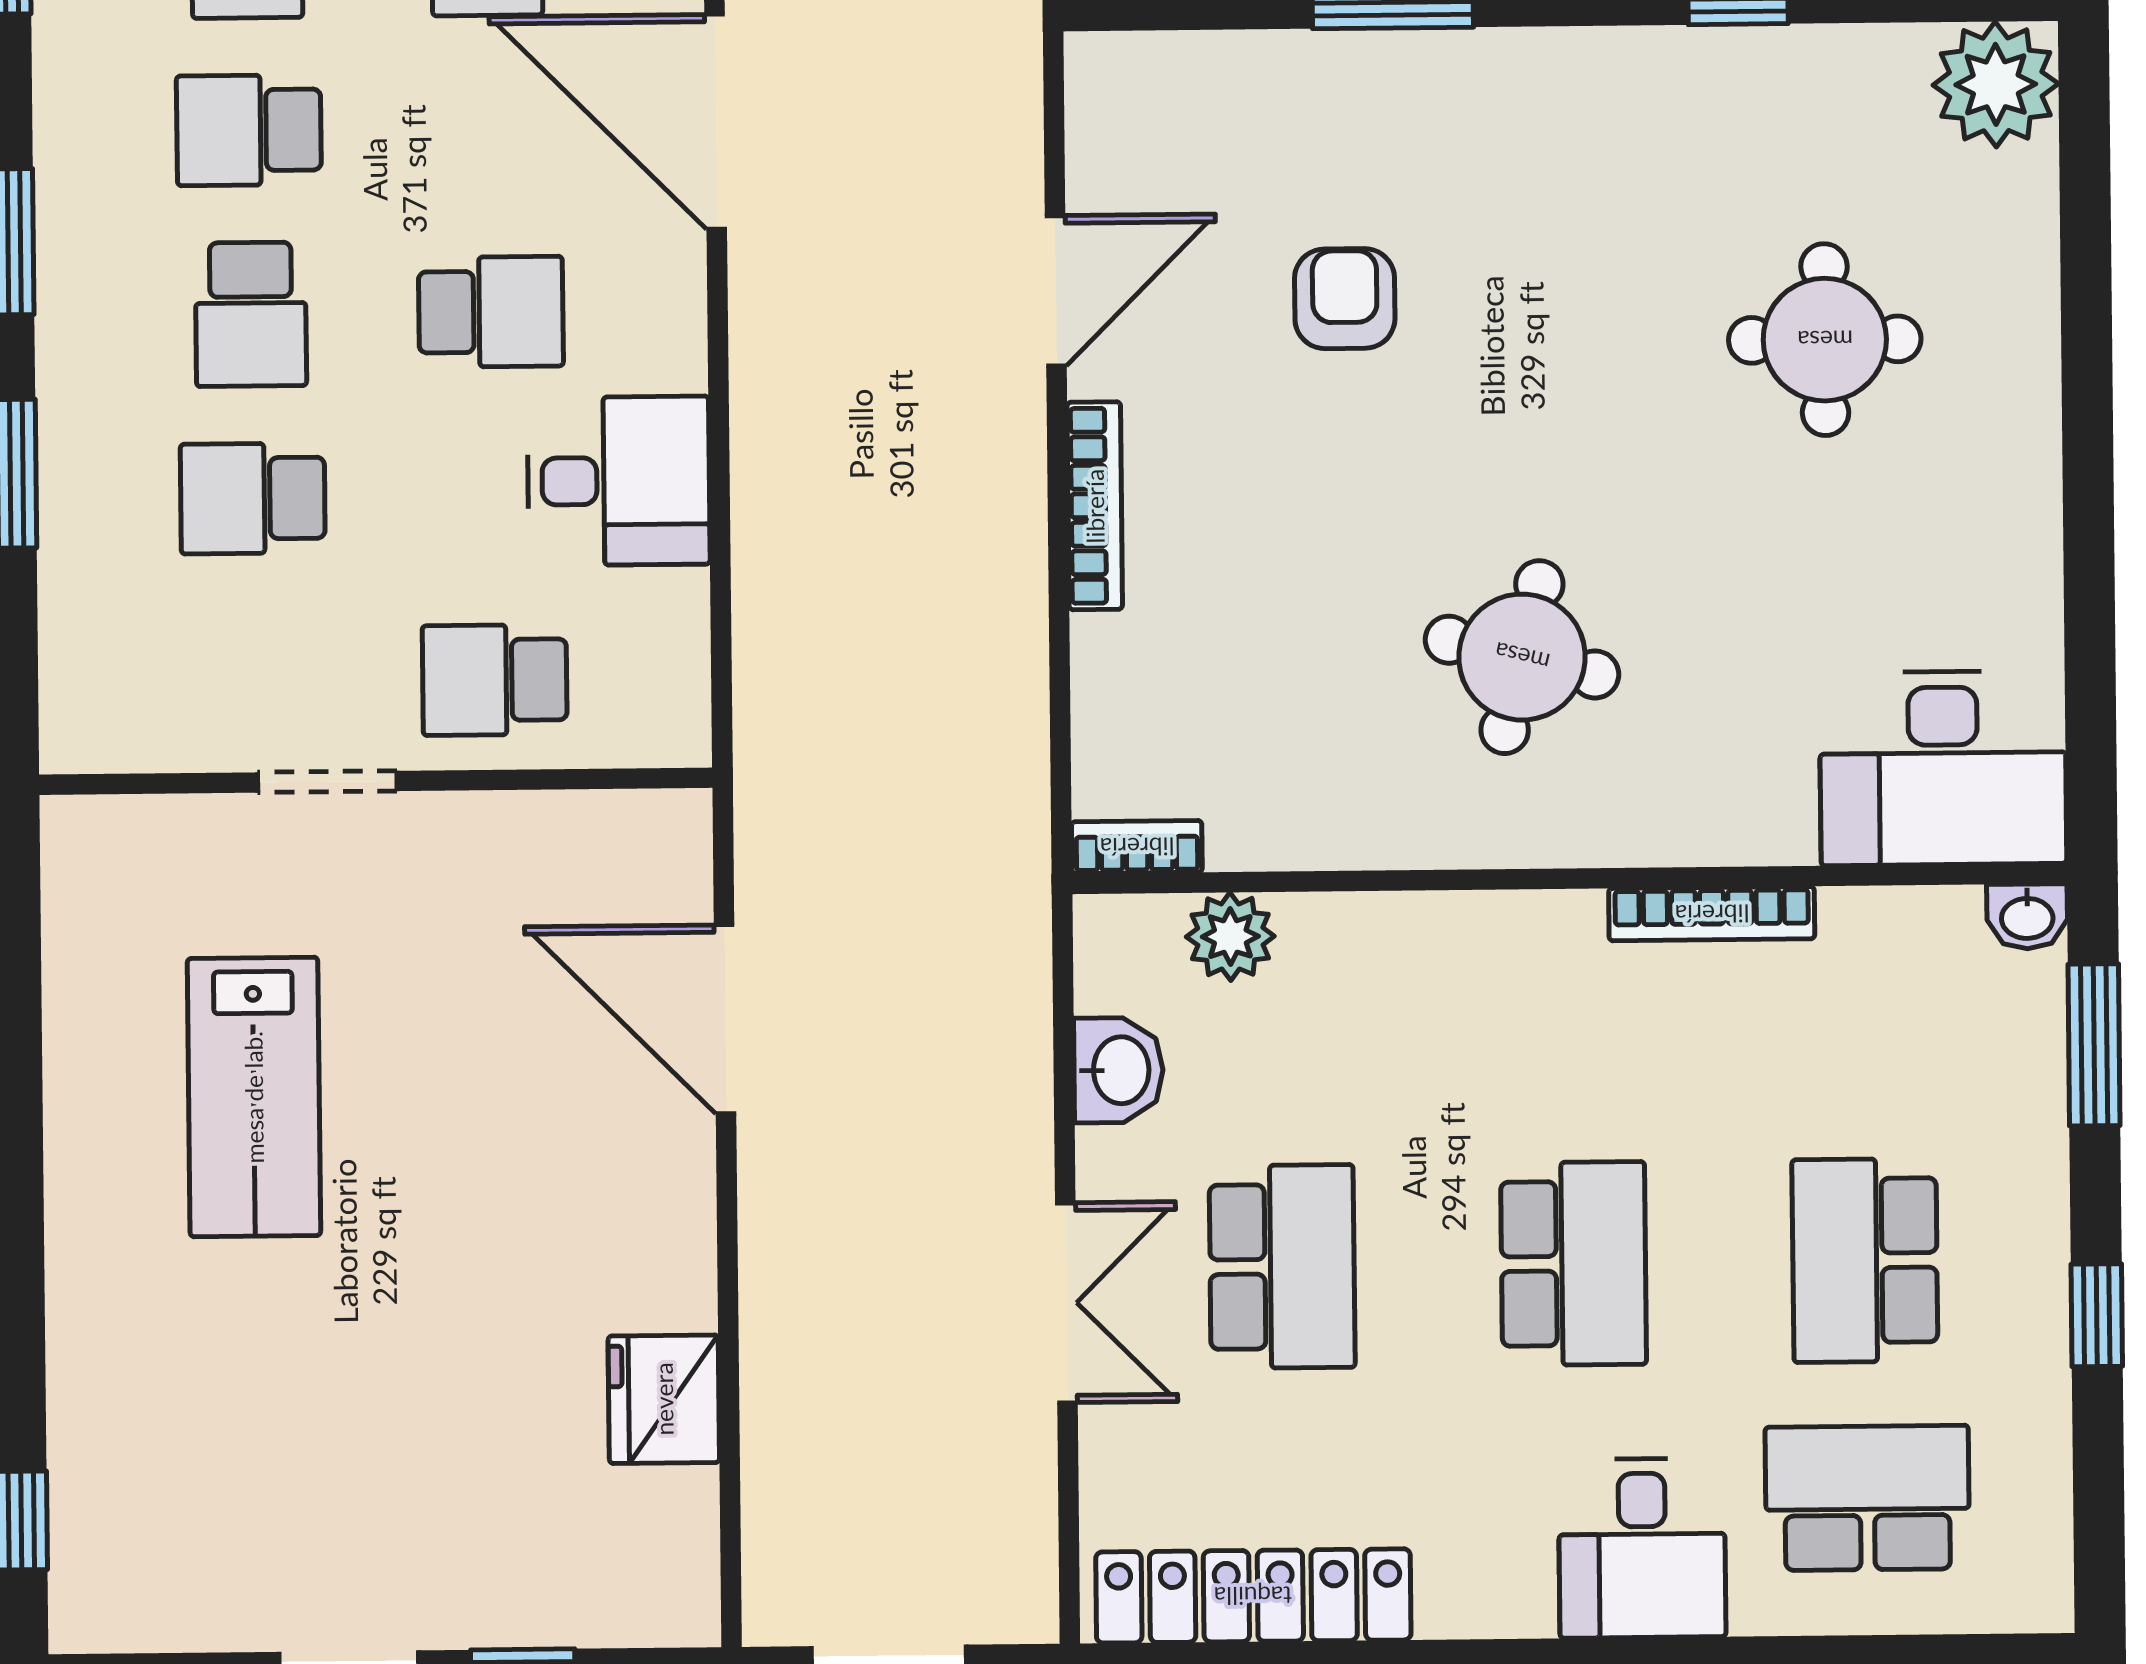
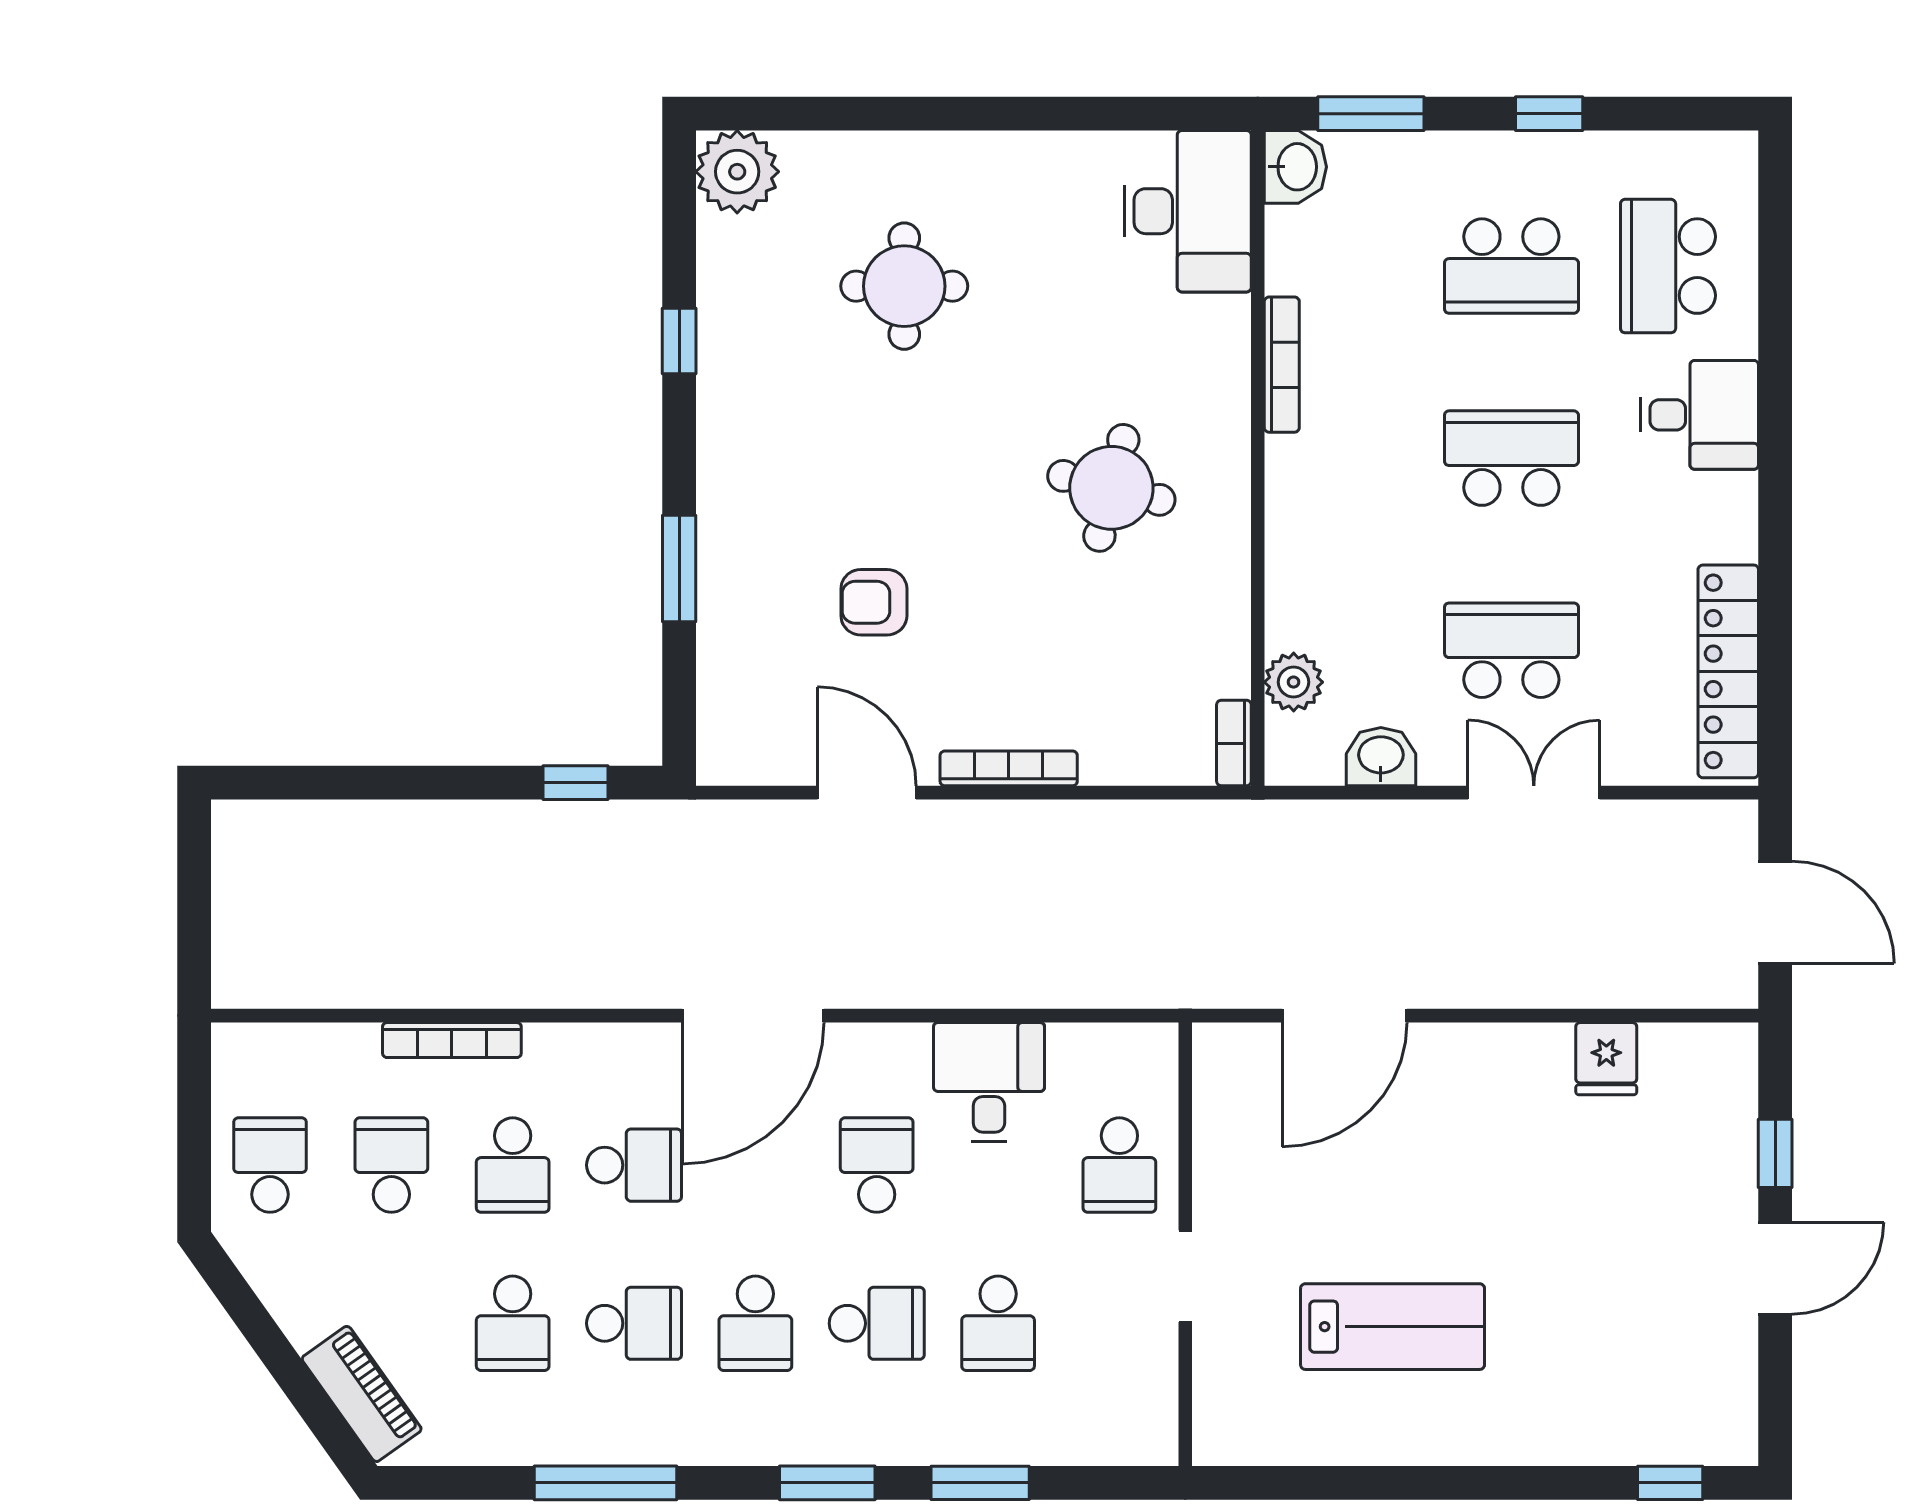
washbasin: (2027, 916) -> (1295, 167), width x1.38, depth x1.45
fridge: (664, 1399) -> (1606, 1059), width x0.72

